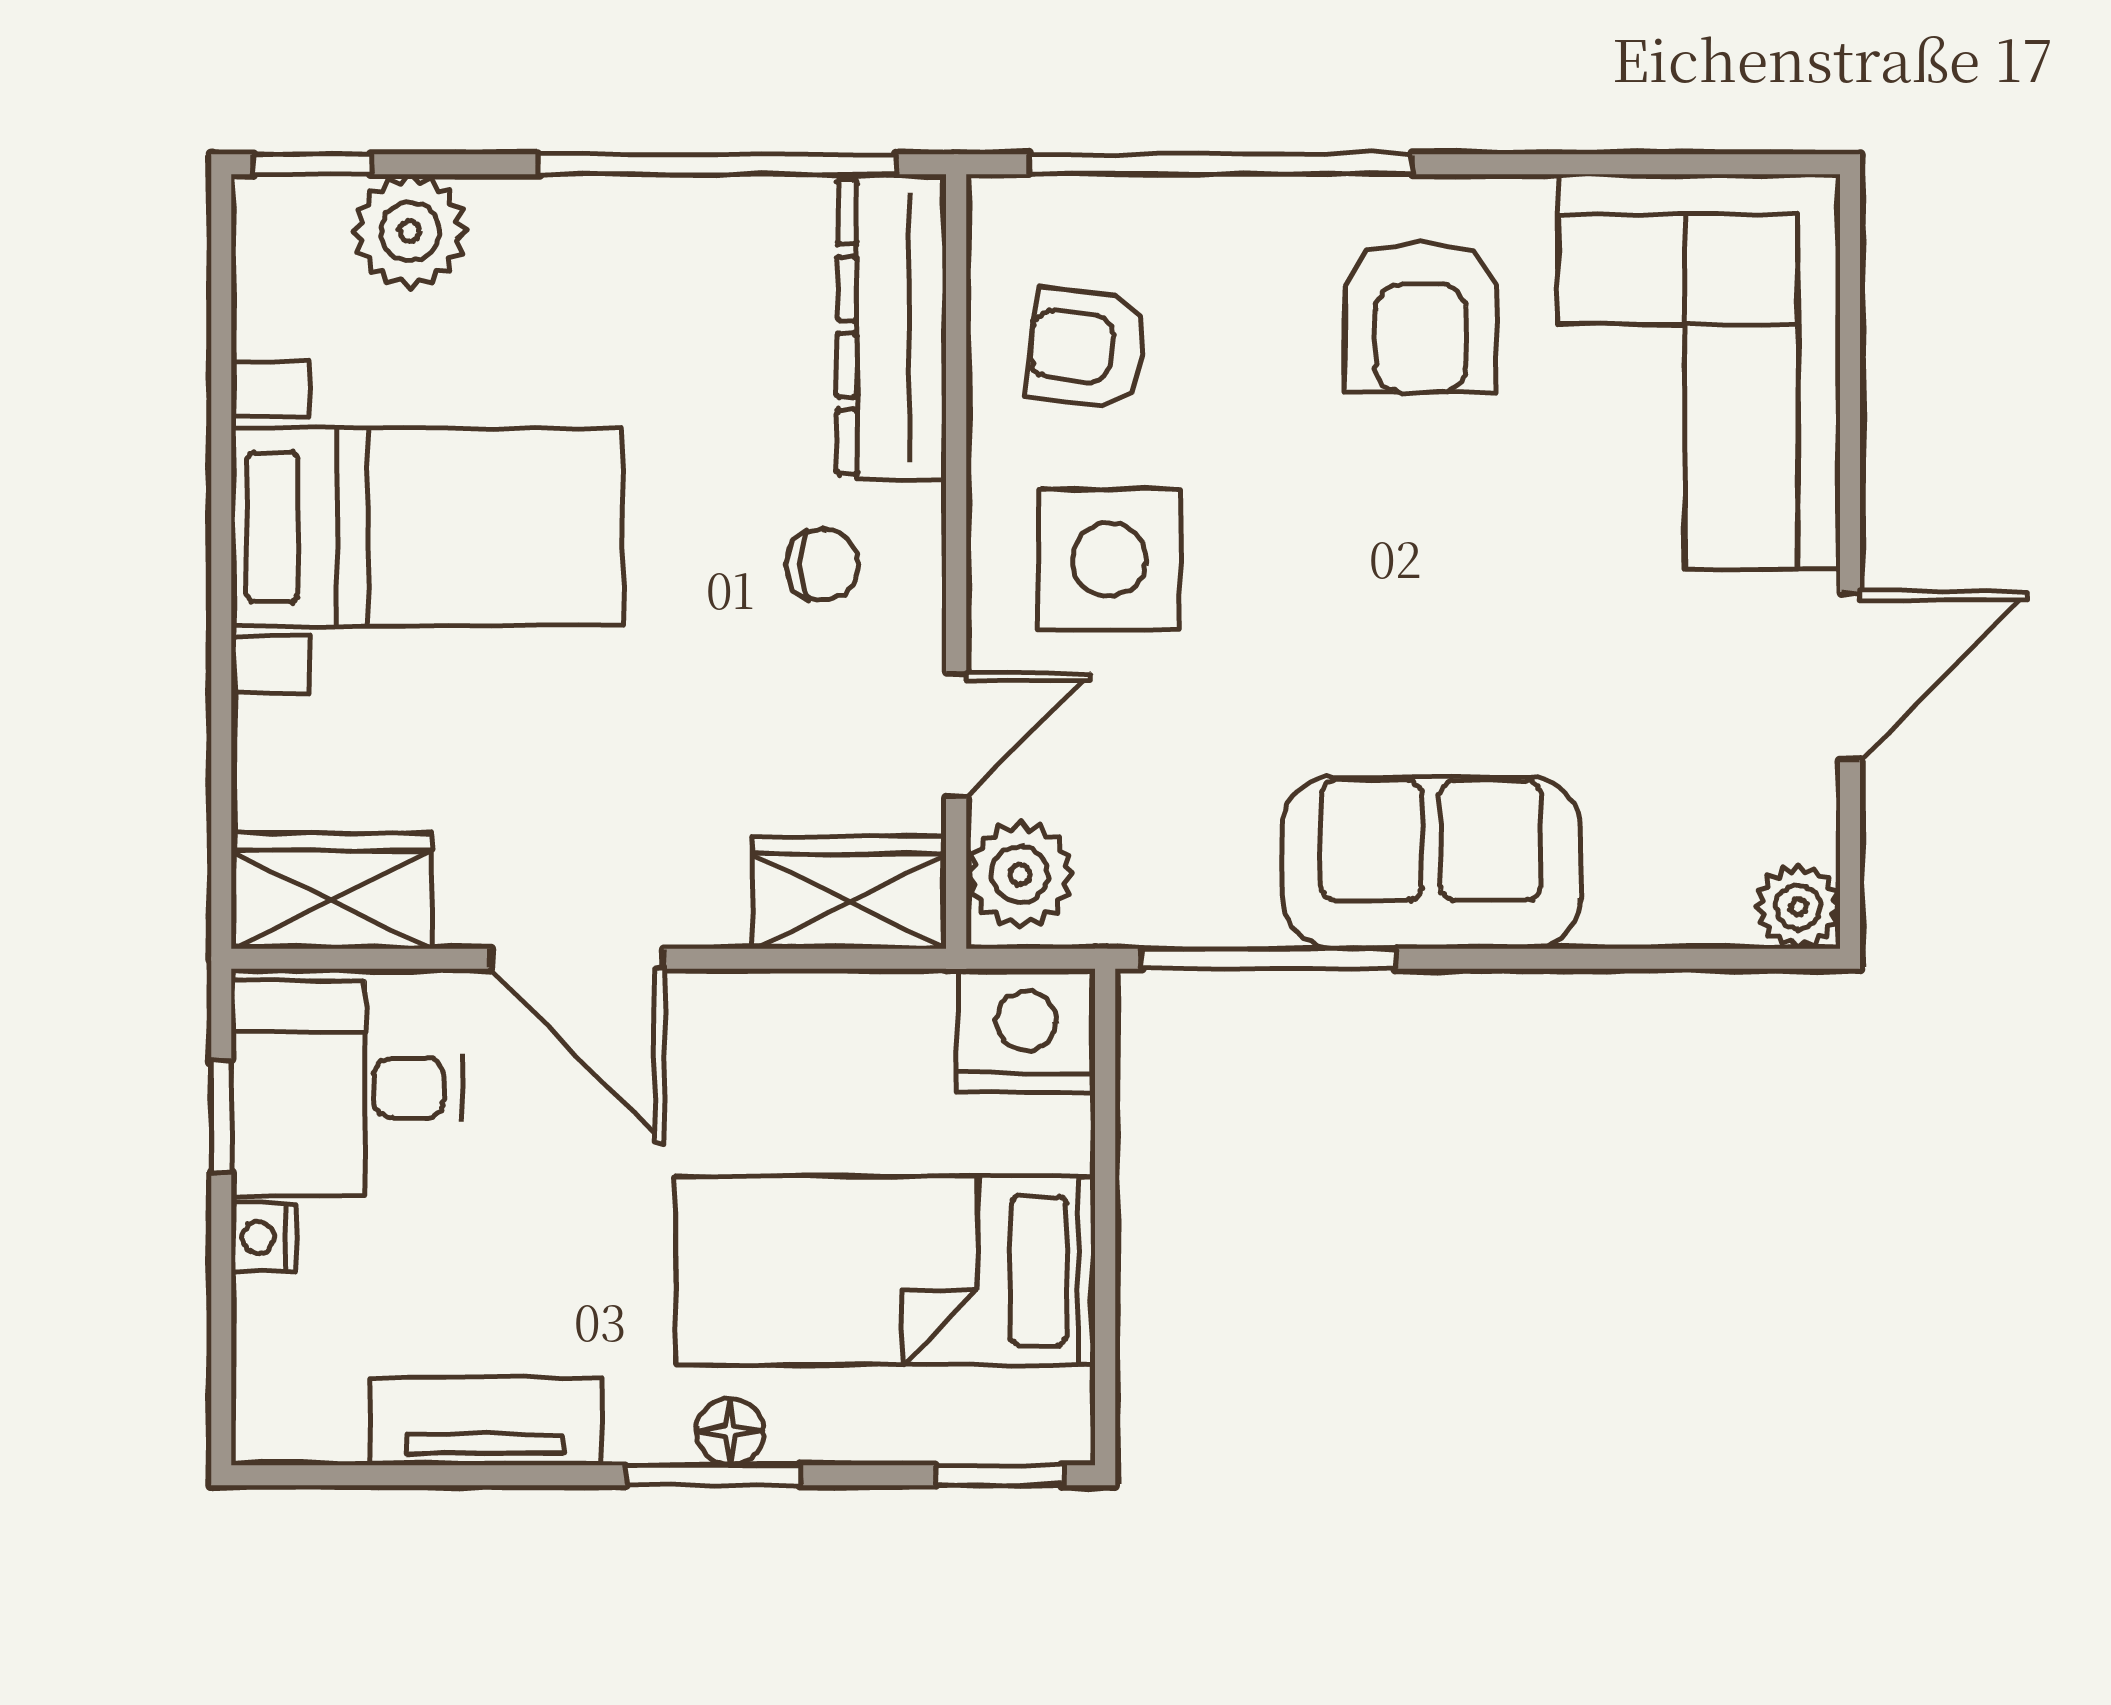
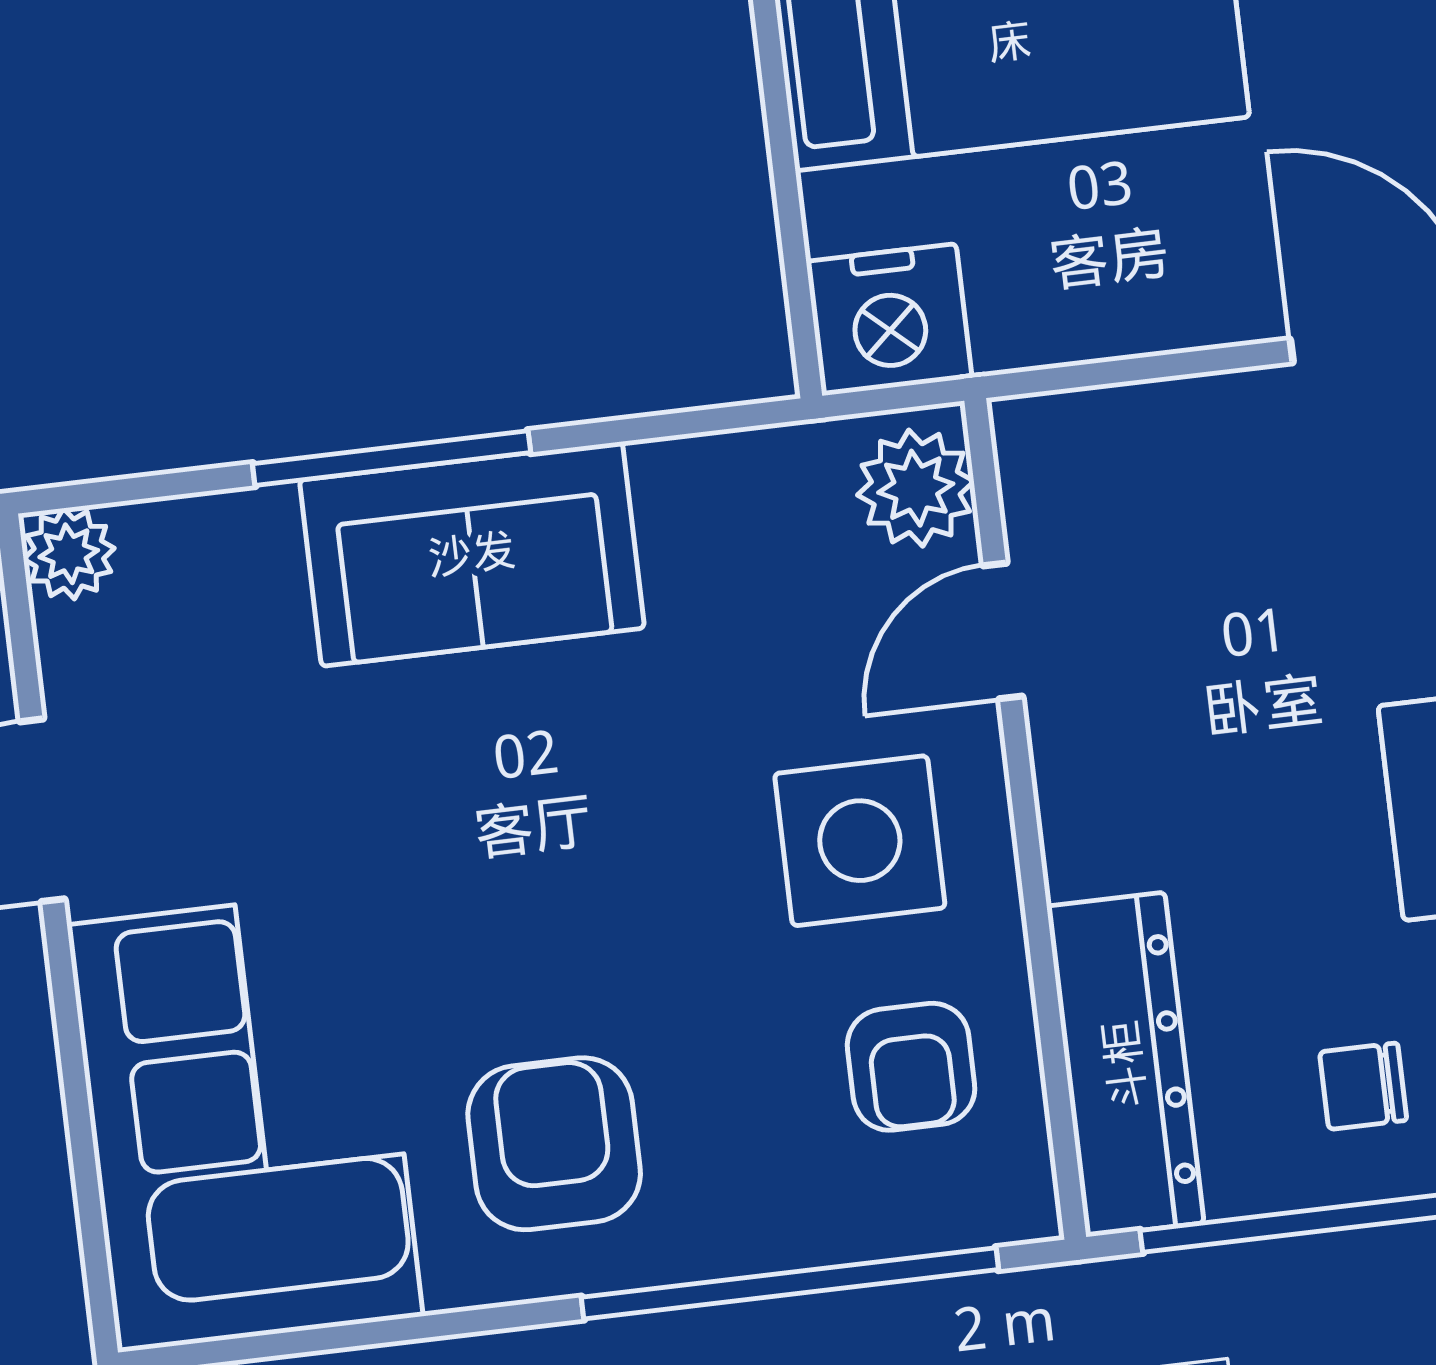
armchair: (1087, 348) -> (911, 1067), turned 83
chair: (822, 564) -> (1363, 1086), moved
wardrobe: (849, 893) -> (1098, 446), removed
window: (1269, 959) -> (392, 458), moved

